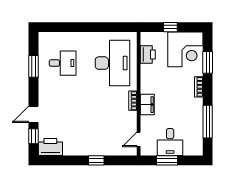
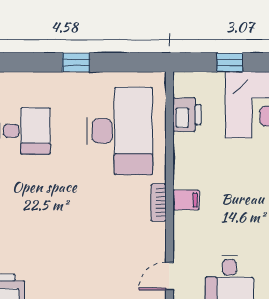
window: (89, 27) -> (76, 62), added
filing cabinet: (147, 105) -> (186, 200), width x0.50

